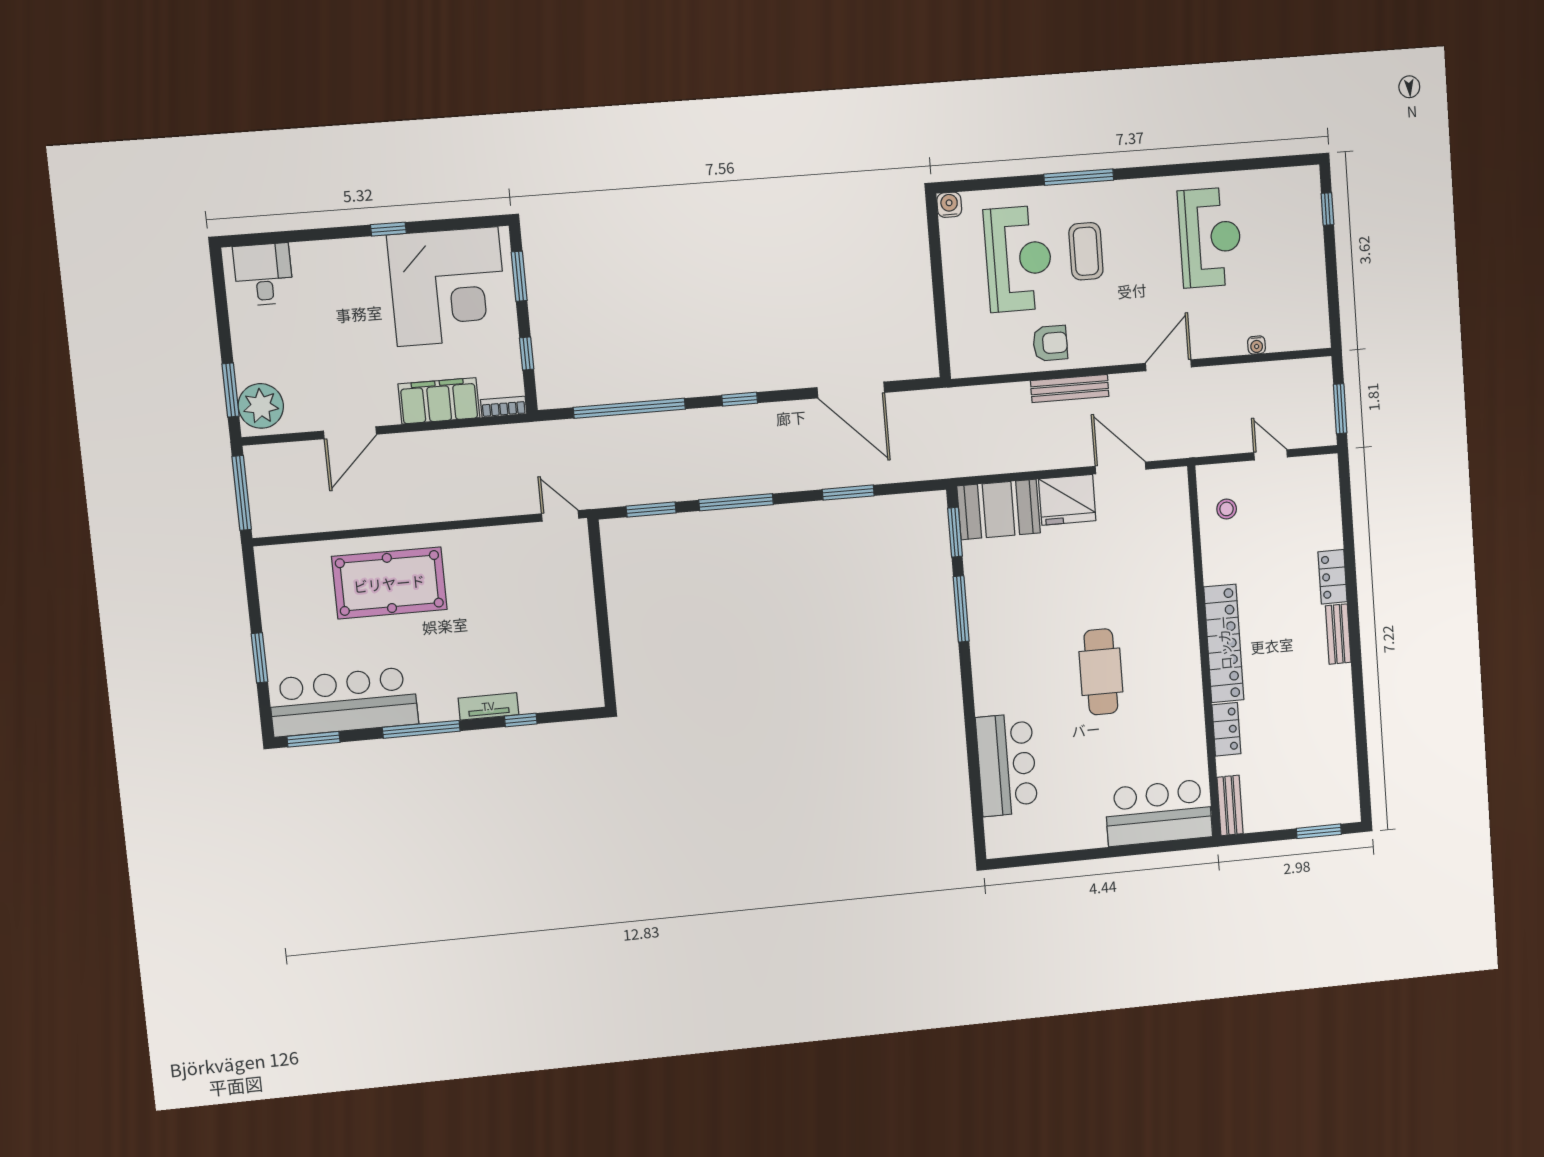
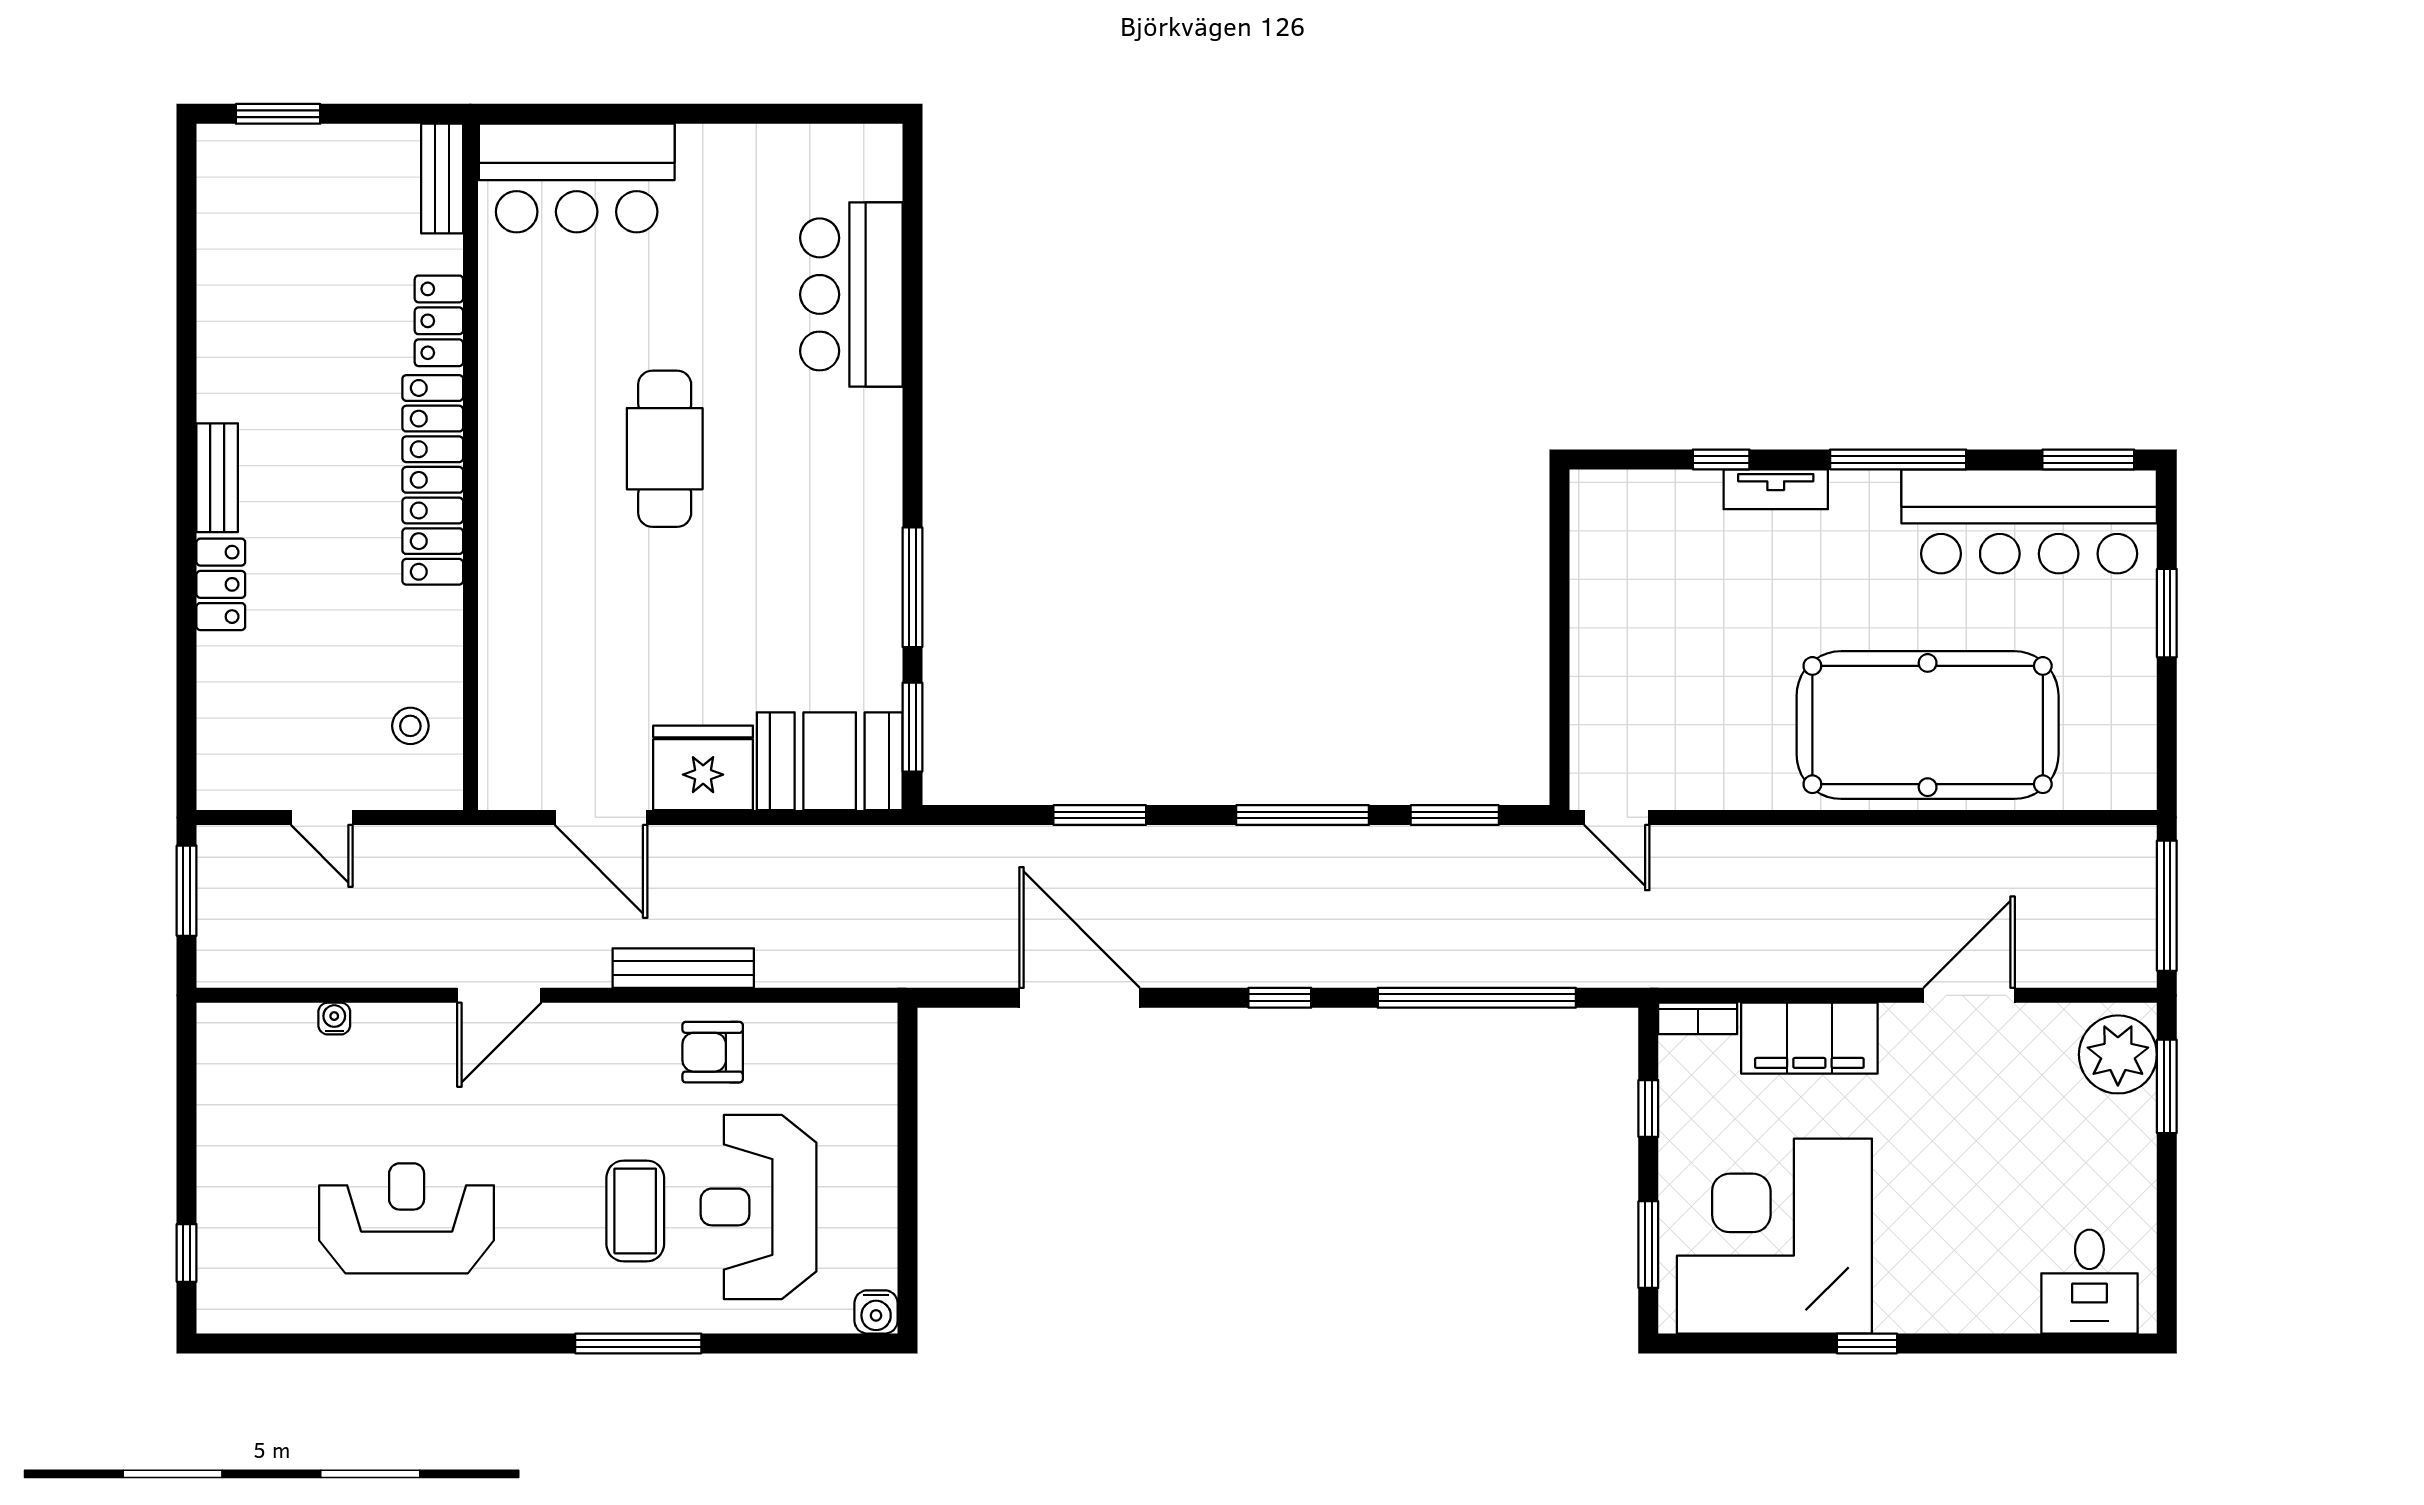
reception desk: (1210, 237) -> (407, 1218), turned 90
pool table: (389, 583) -> (1928, 725), width x1.36, depth x1.32

